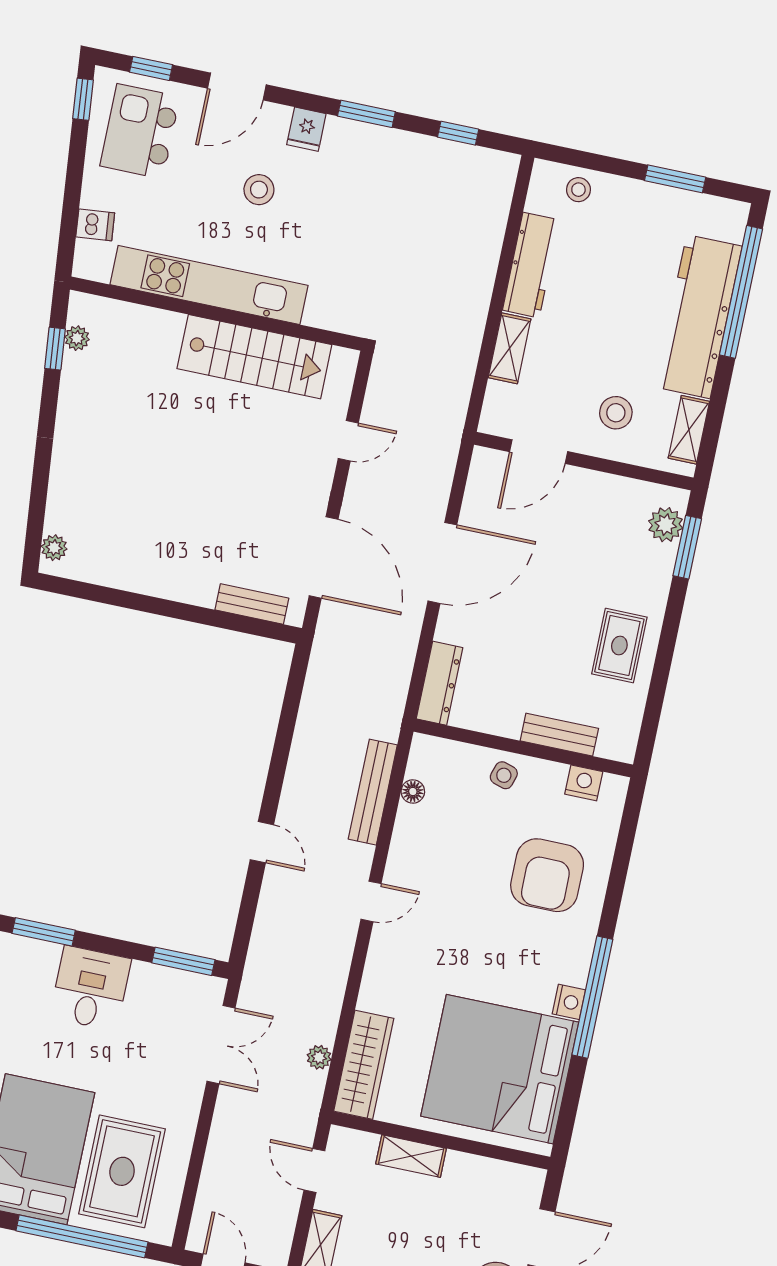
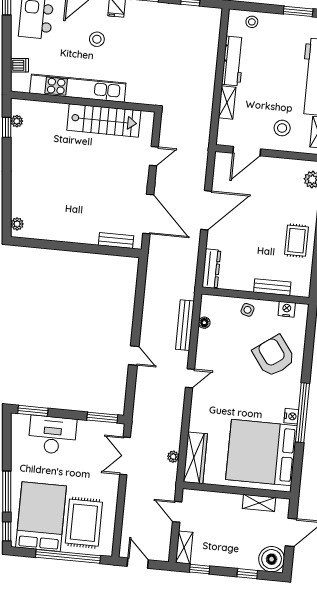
armchair: (547, 875) -> (274, 356), turned 144
desk: (90, 988) -> (52, 435), width x1.37
double door: (221, 1045) -> (125, 456), swing flipped
shelving: (411, 1156) -> (259, 503), moved

